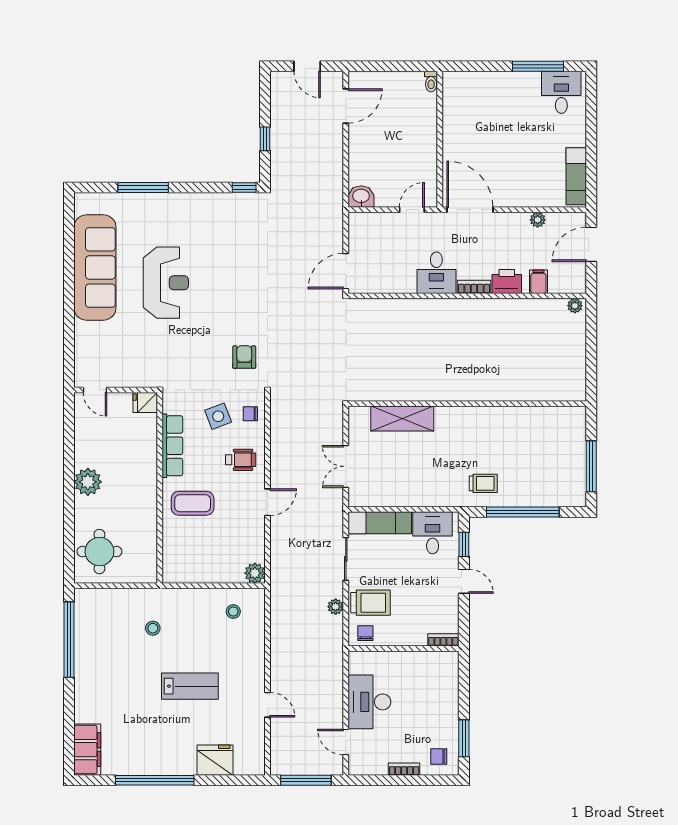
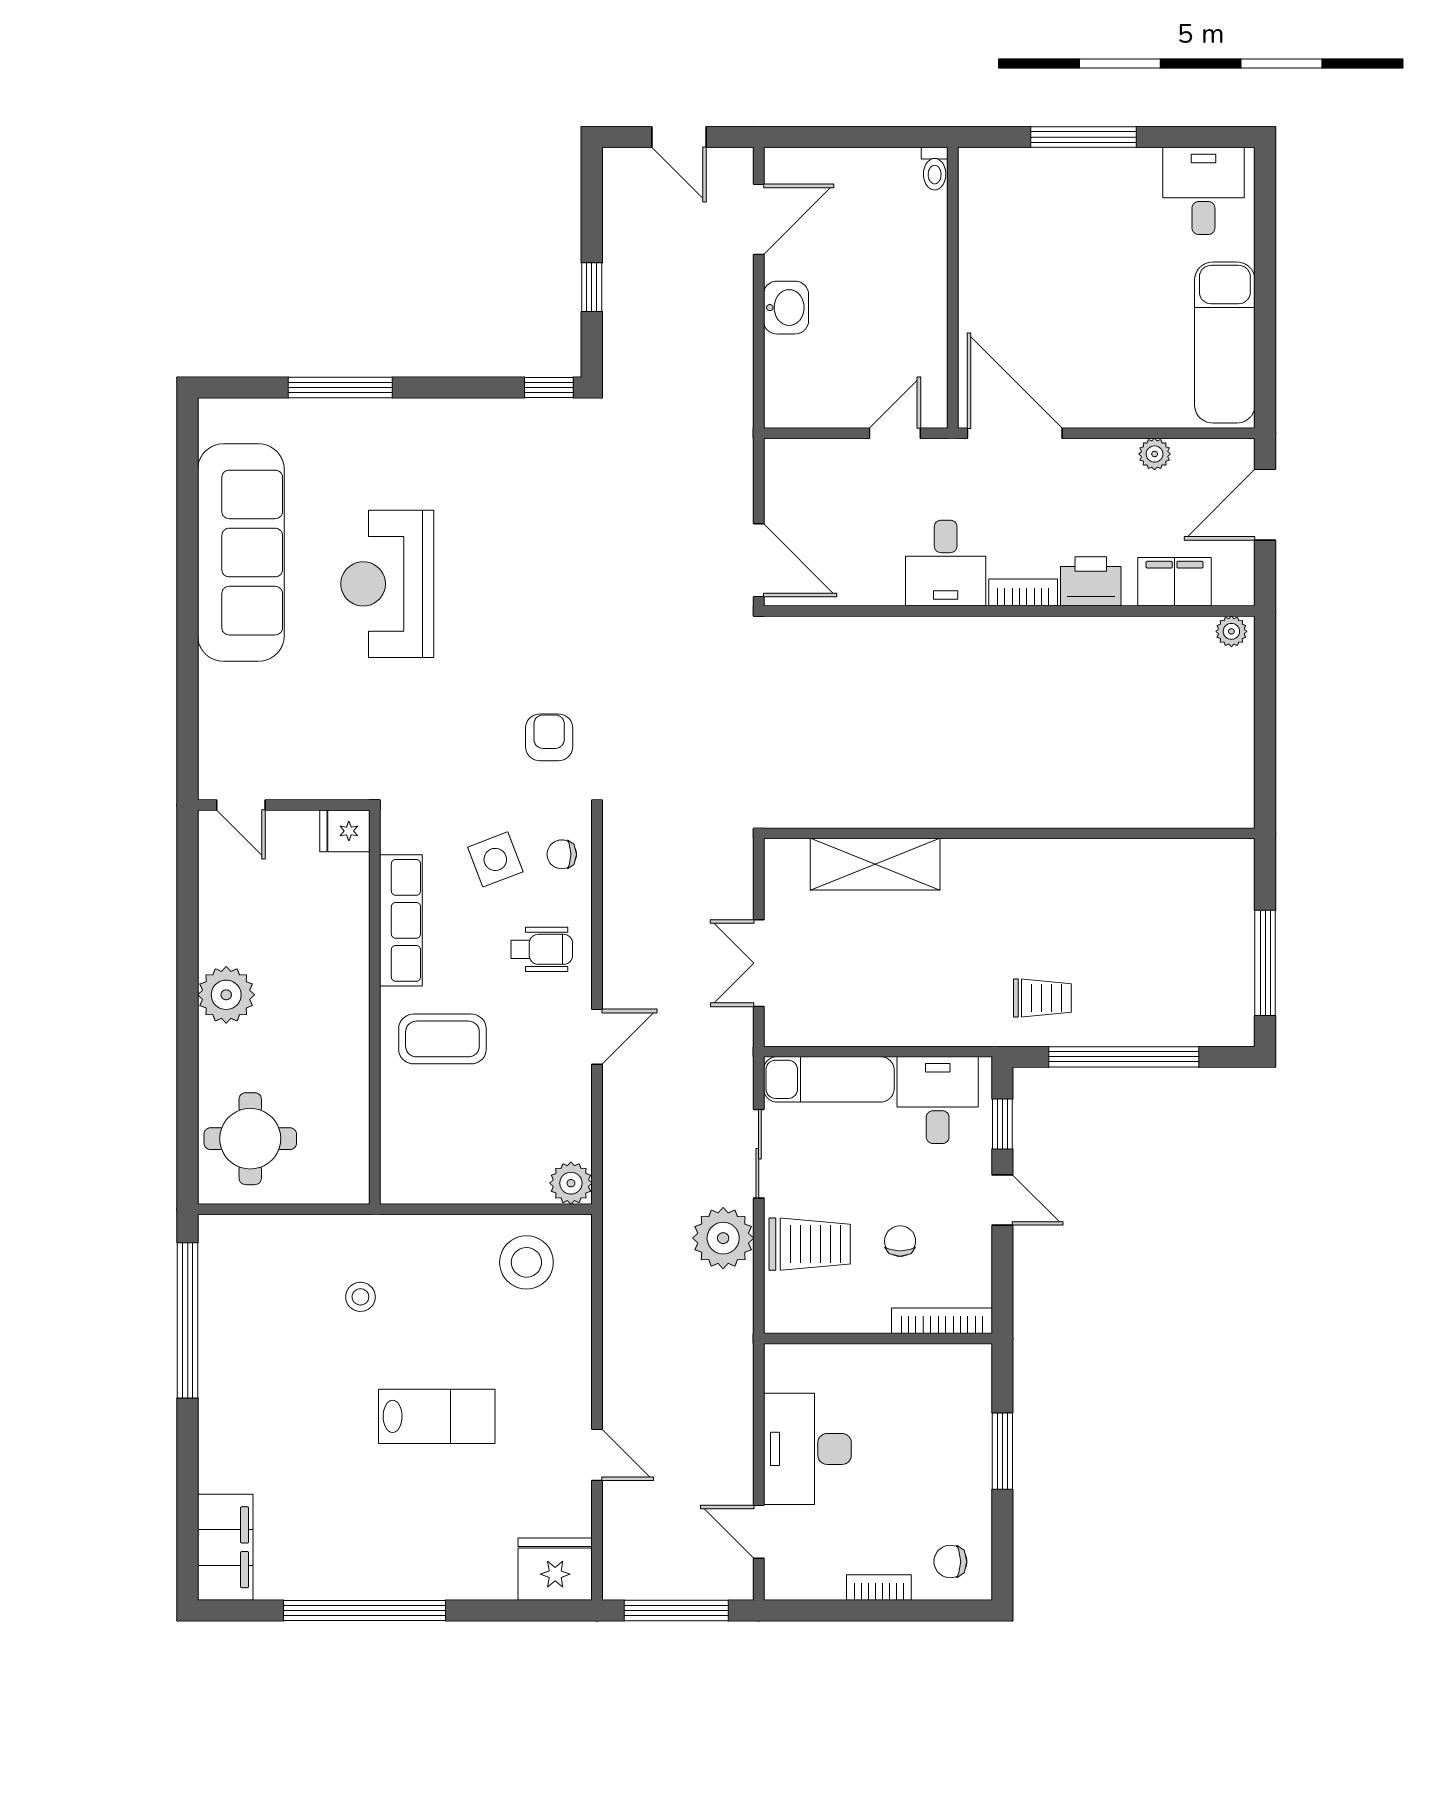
window: (538, 66) -> (1084, 137), moved
exam couch: (576, 176) -> (1225, 343), width x1.36, depth x1.45
washbasin: (361, 196) -> (786, 308), moved, turned 90
door: (346, 271) -> (759, 560), swing flipped
filing cabinet: (538, 282) -> (1175, 582), width x2.00
reception desk: (166, 283) -> (387, 584), turned 180
plant: (336, 607) -> (723, 1238), width x1.88, depth x1.88
stool: (233, 611) -> (526, 1262), width x1.89, depth x1.89
chair: (365, 633) -> (900, 1241), moved
bookcase: (443, 640) -> (942, 1321), width x1.56
window: (464, 738) -> (1002, 1451), moved
fridge: (215, 760) -> (555, 1569), moved

